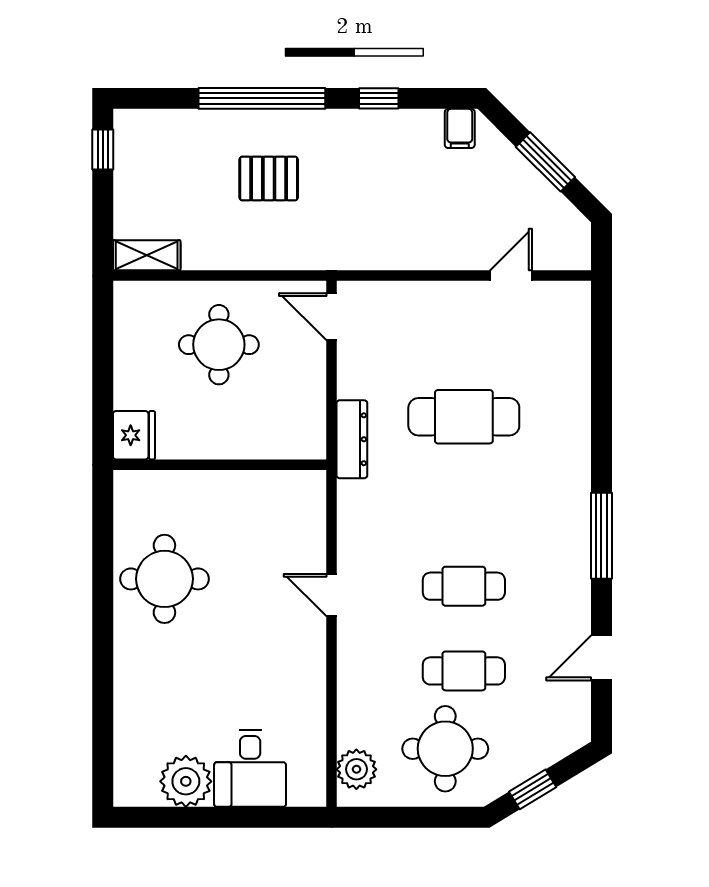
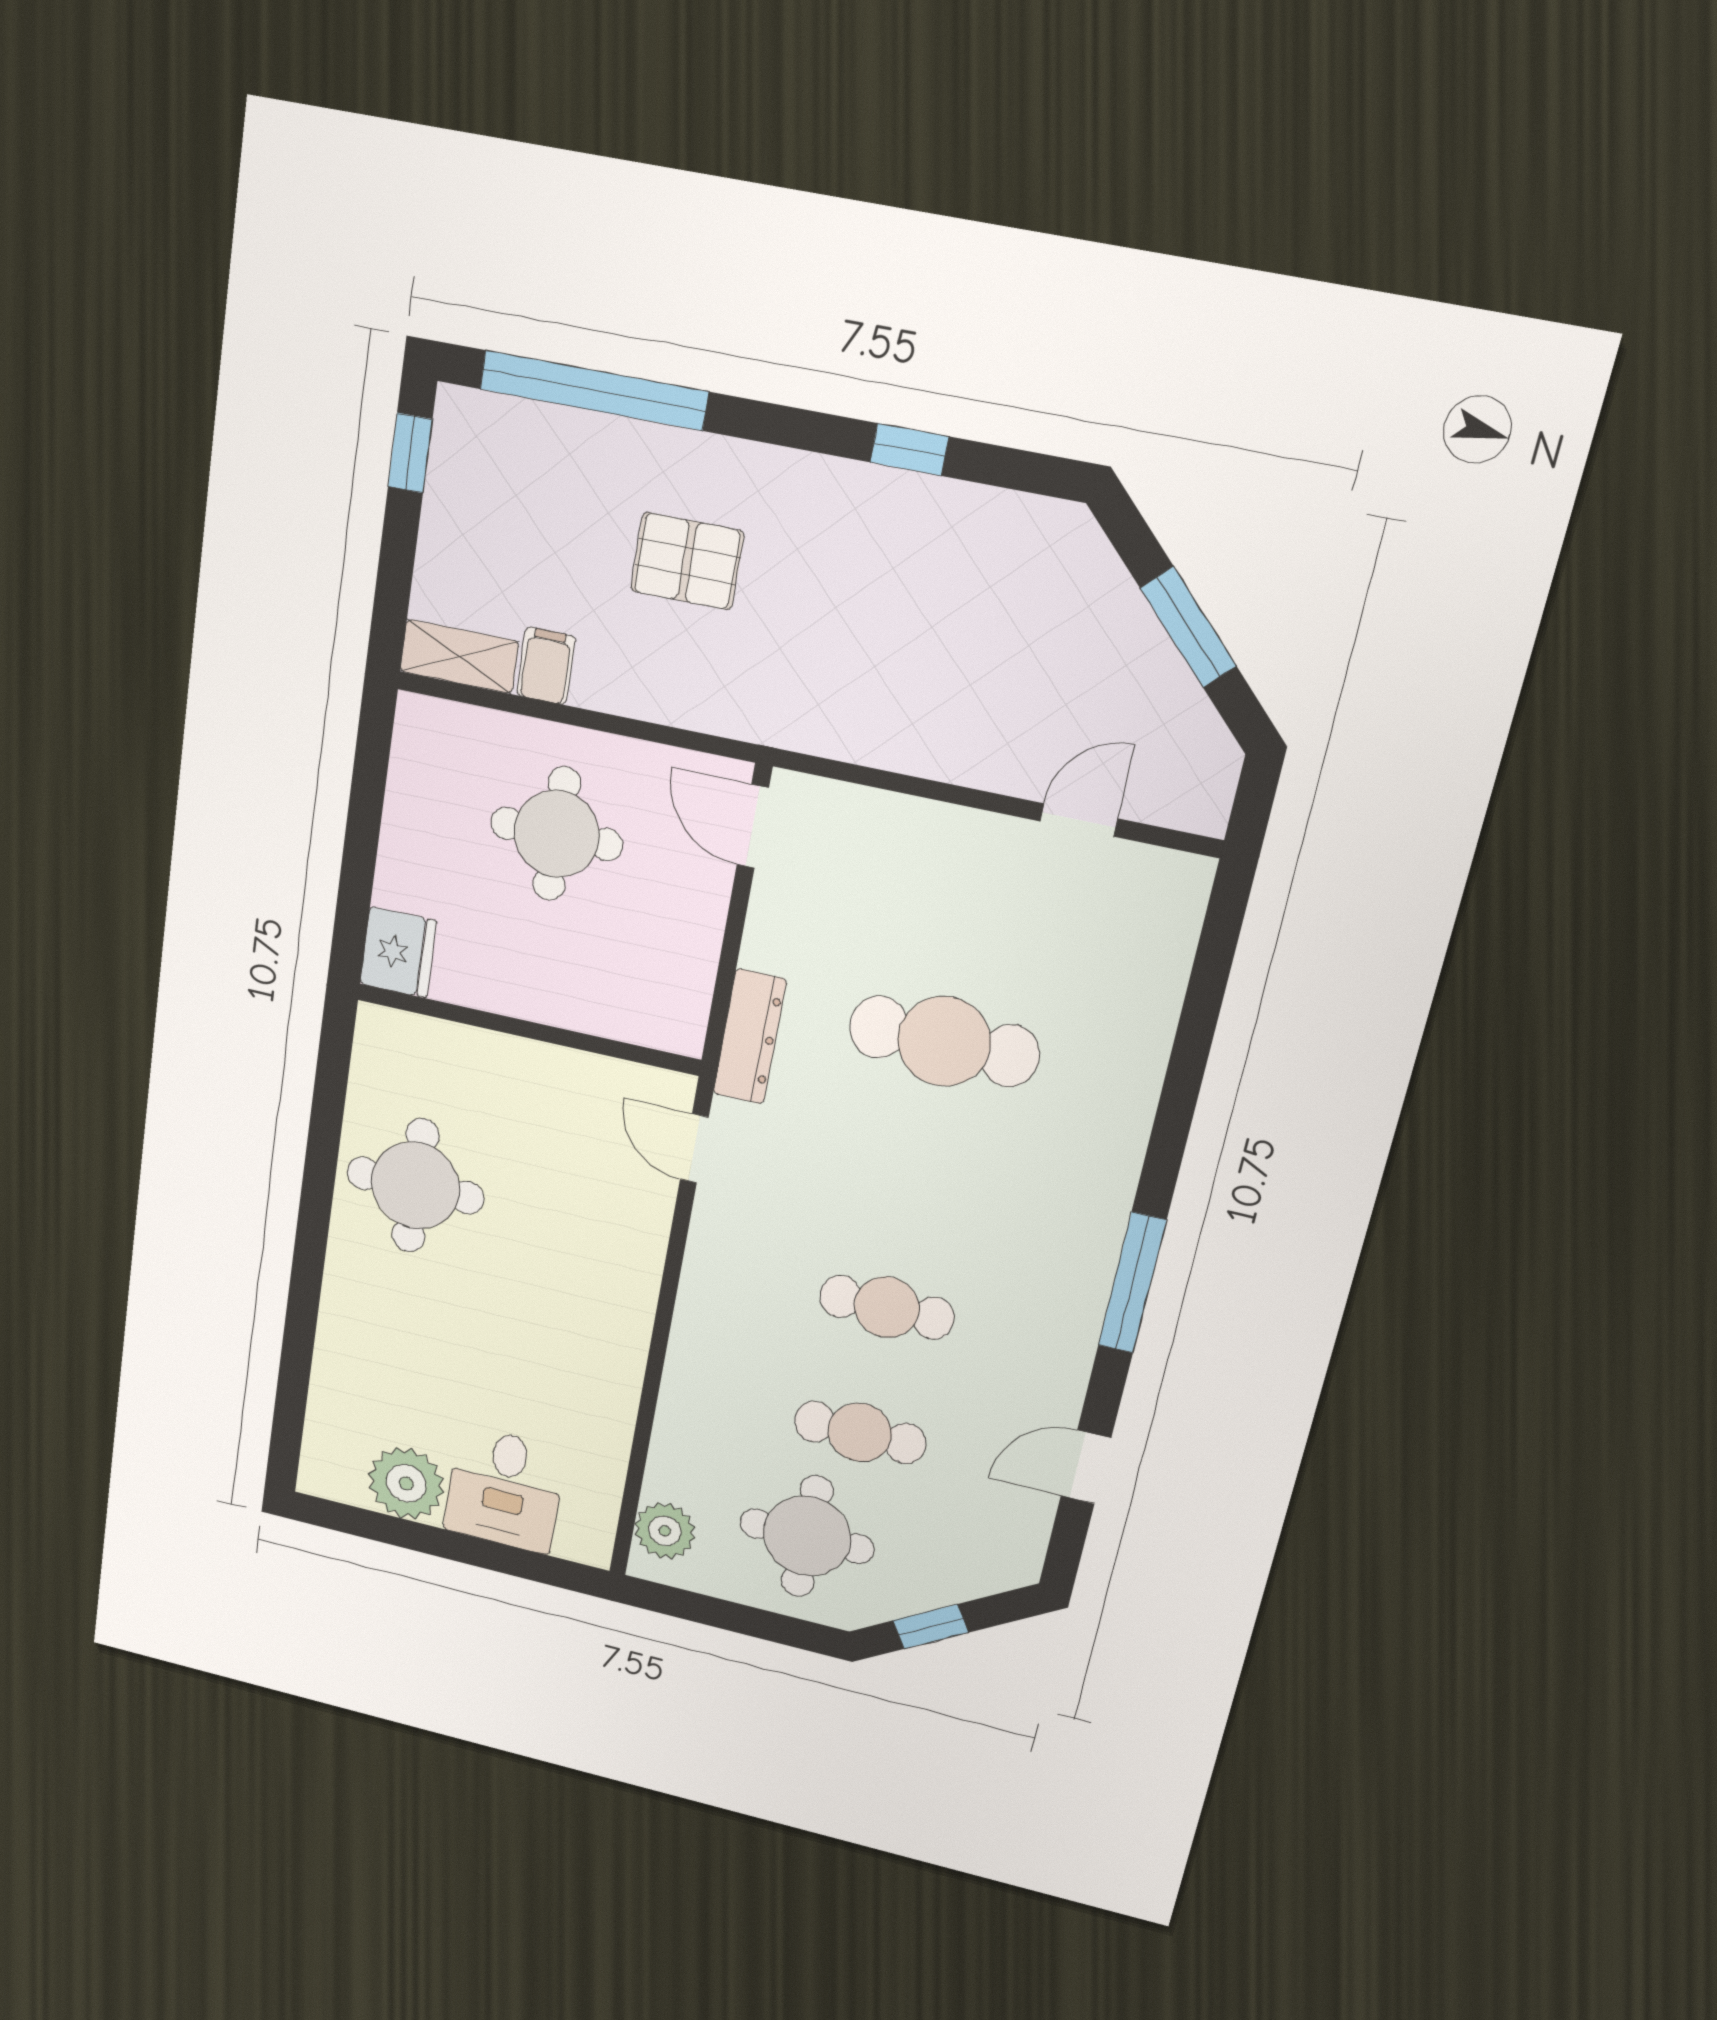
window: (262, 98) -> (594, 390), moved
filing cabinet: (460, 128) -> (546, 666), moved, turned 180
door: (331, 595) -> (694, 1148), moved

